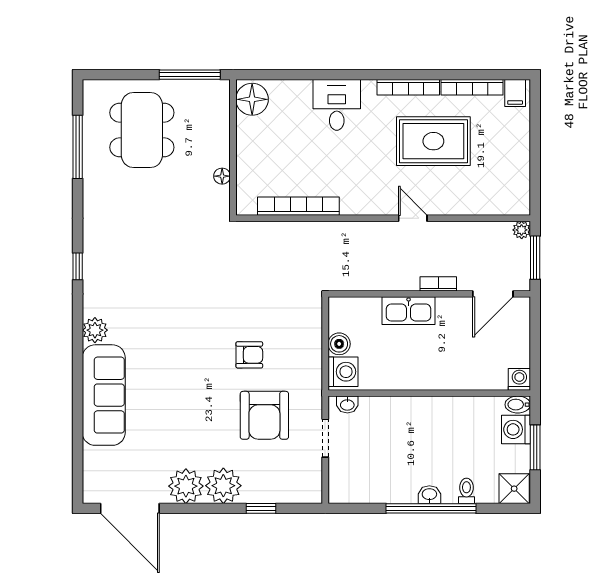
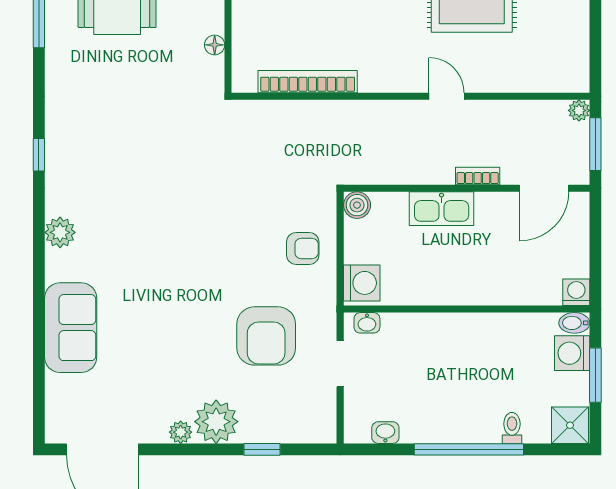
boiler: (339, 344) -> (357, 205), moved
armchair: (249, 355) -> (303, 248), moved
sofa: (104, 395) -> (71, 328), width x0.73
plant: (186, 486) -> (181, 432), width x0.53, depth x0.53
washbasin: (429, 495) -> (385, 433), moved

